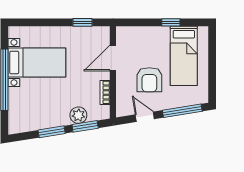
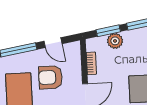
armchair: (149, 80) -> (50, 77), turned -90

